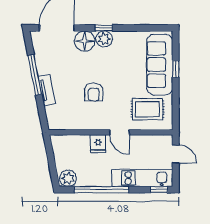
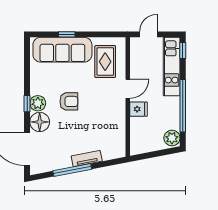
armchair: (94, 92) -> (69, 101), moved

